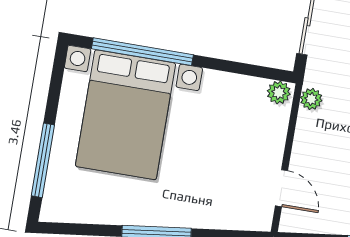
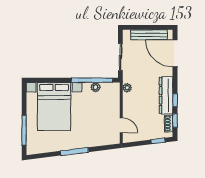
window: (142, 52) -> (92, 80), moved
plant: (279, 92) -> (96, 87), moved

